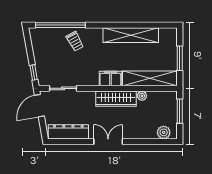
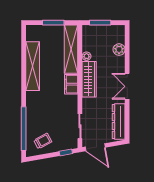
trolley: (75, 41) -> (43, 141), moved
plant: (164, 132) -> (119, 50), moved

